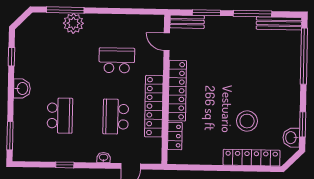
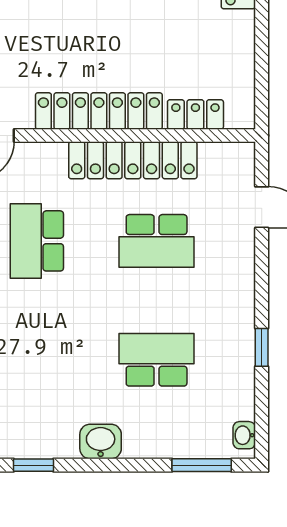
washbasin: (104, 158) -> (244, 435), moved

